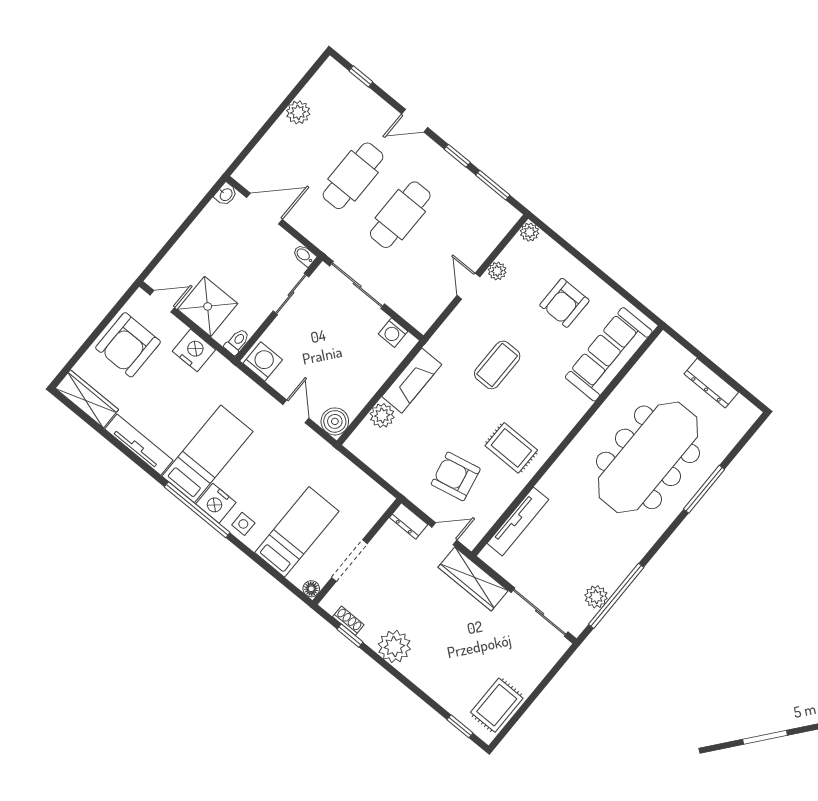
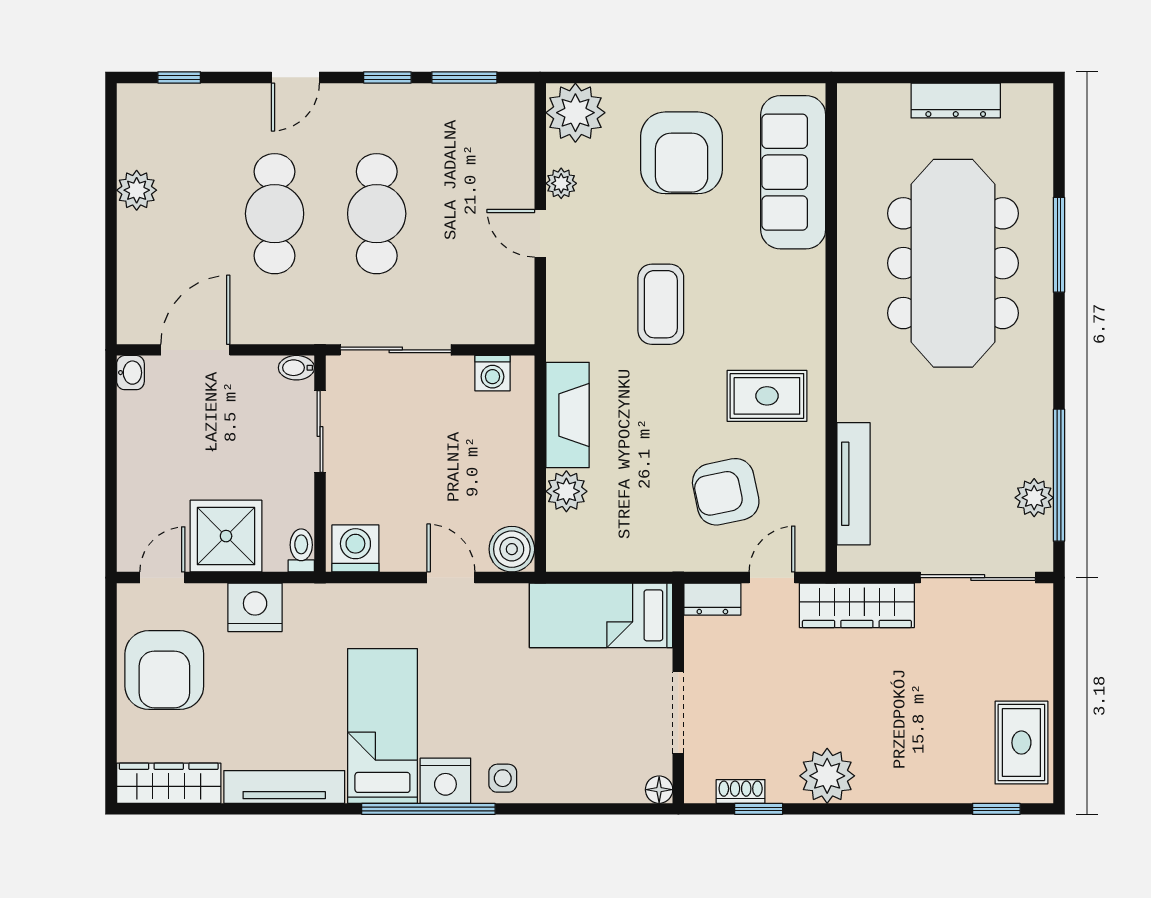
plant: (530, 232) -> (575, 113), width x1.88, depth x1.88
armchair: (564, 303) -> (682, 153), width x1.36, depth x1.36
bed: (297, 532) -> (601, 615), moved, turned -90

